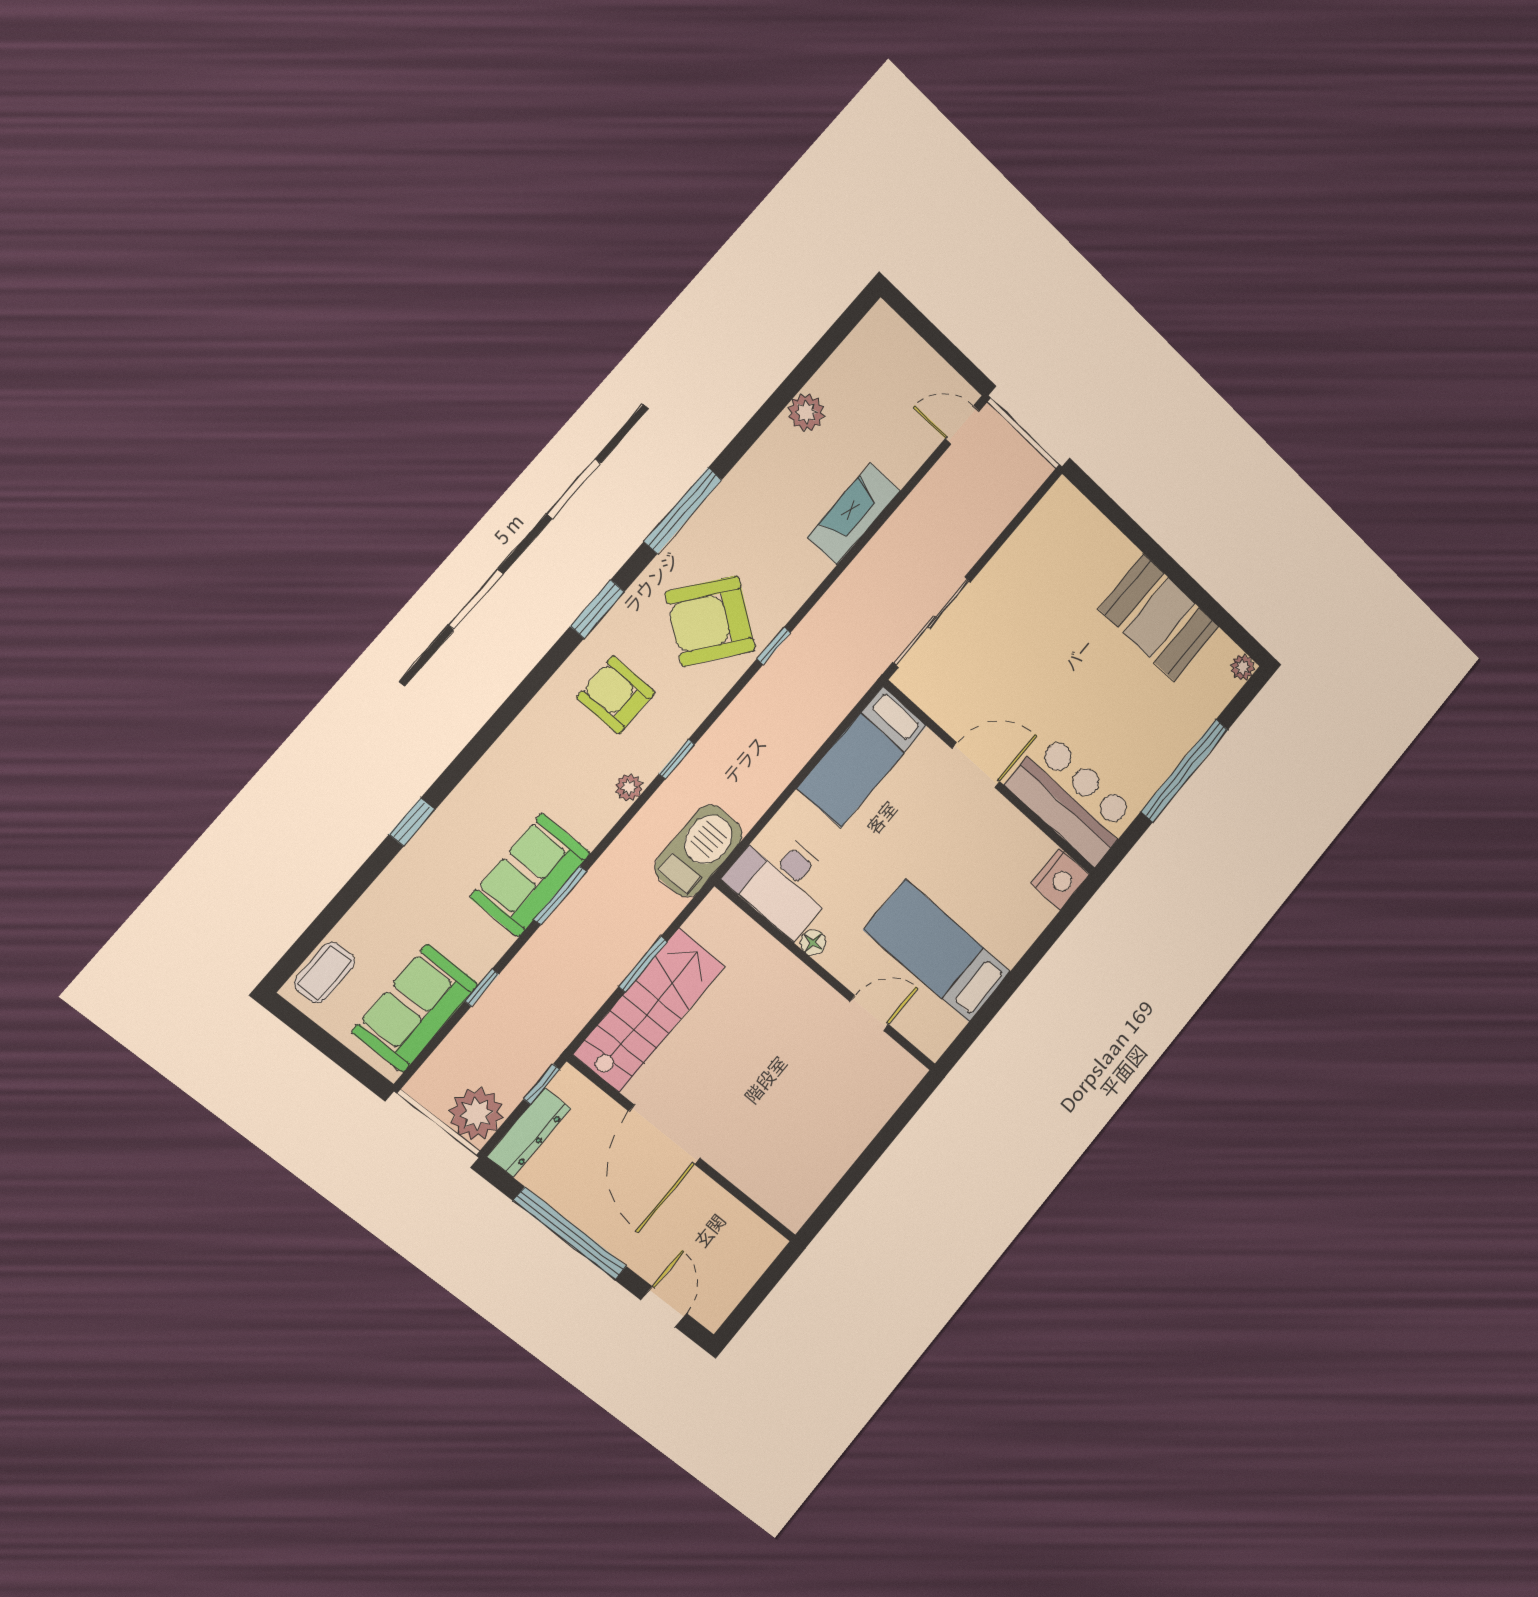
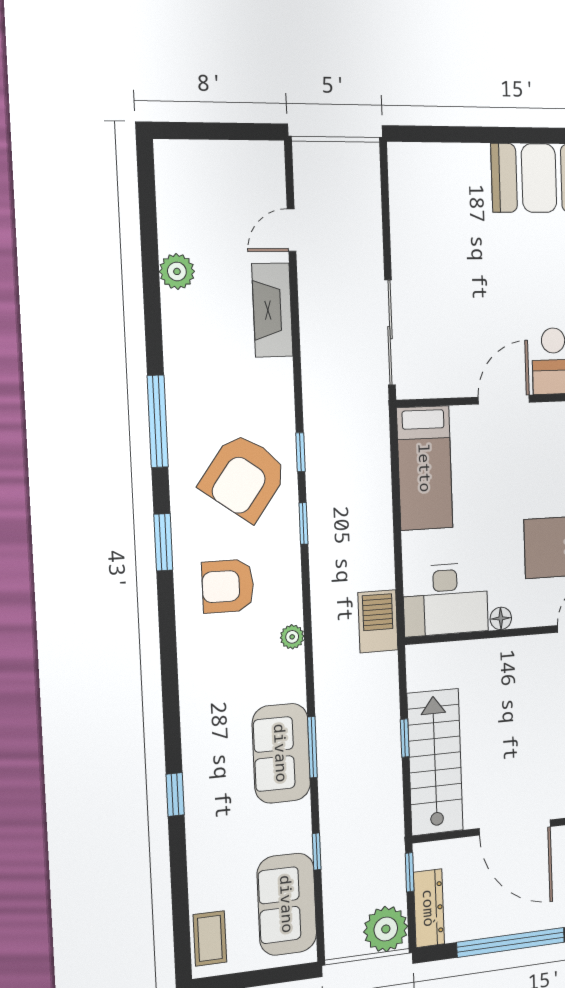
door: (962, 425) -> (291, 230), moved
window: (677, 759) -> (303, 523), moved
barbecue: (699, 851) -> (378, 621), width x0.73, depth x0.83
window: (643, 964) -> (405, 738), width x0.67

